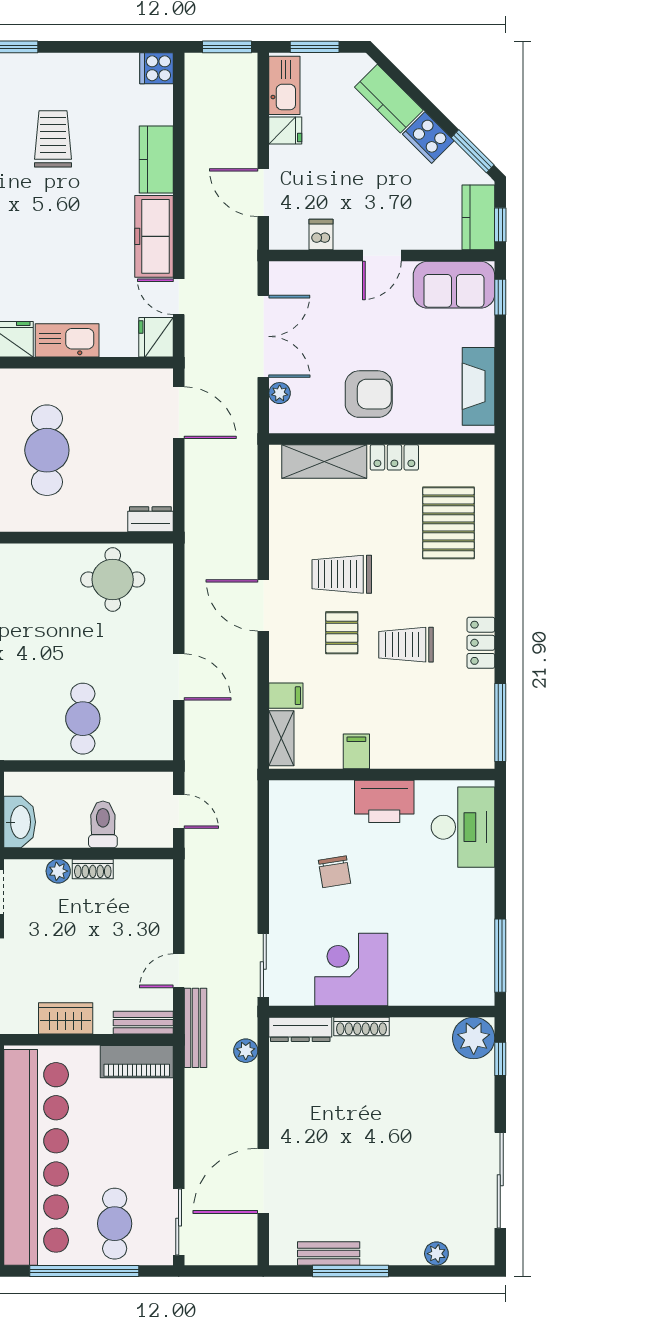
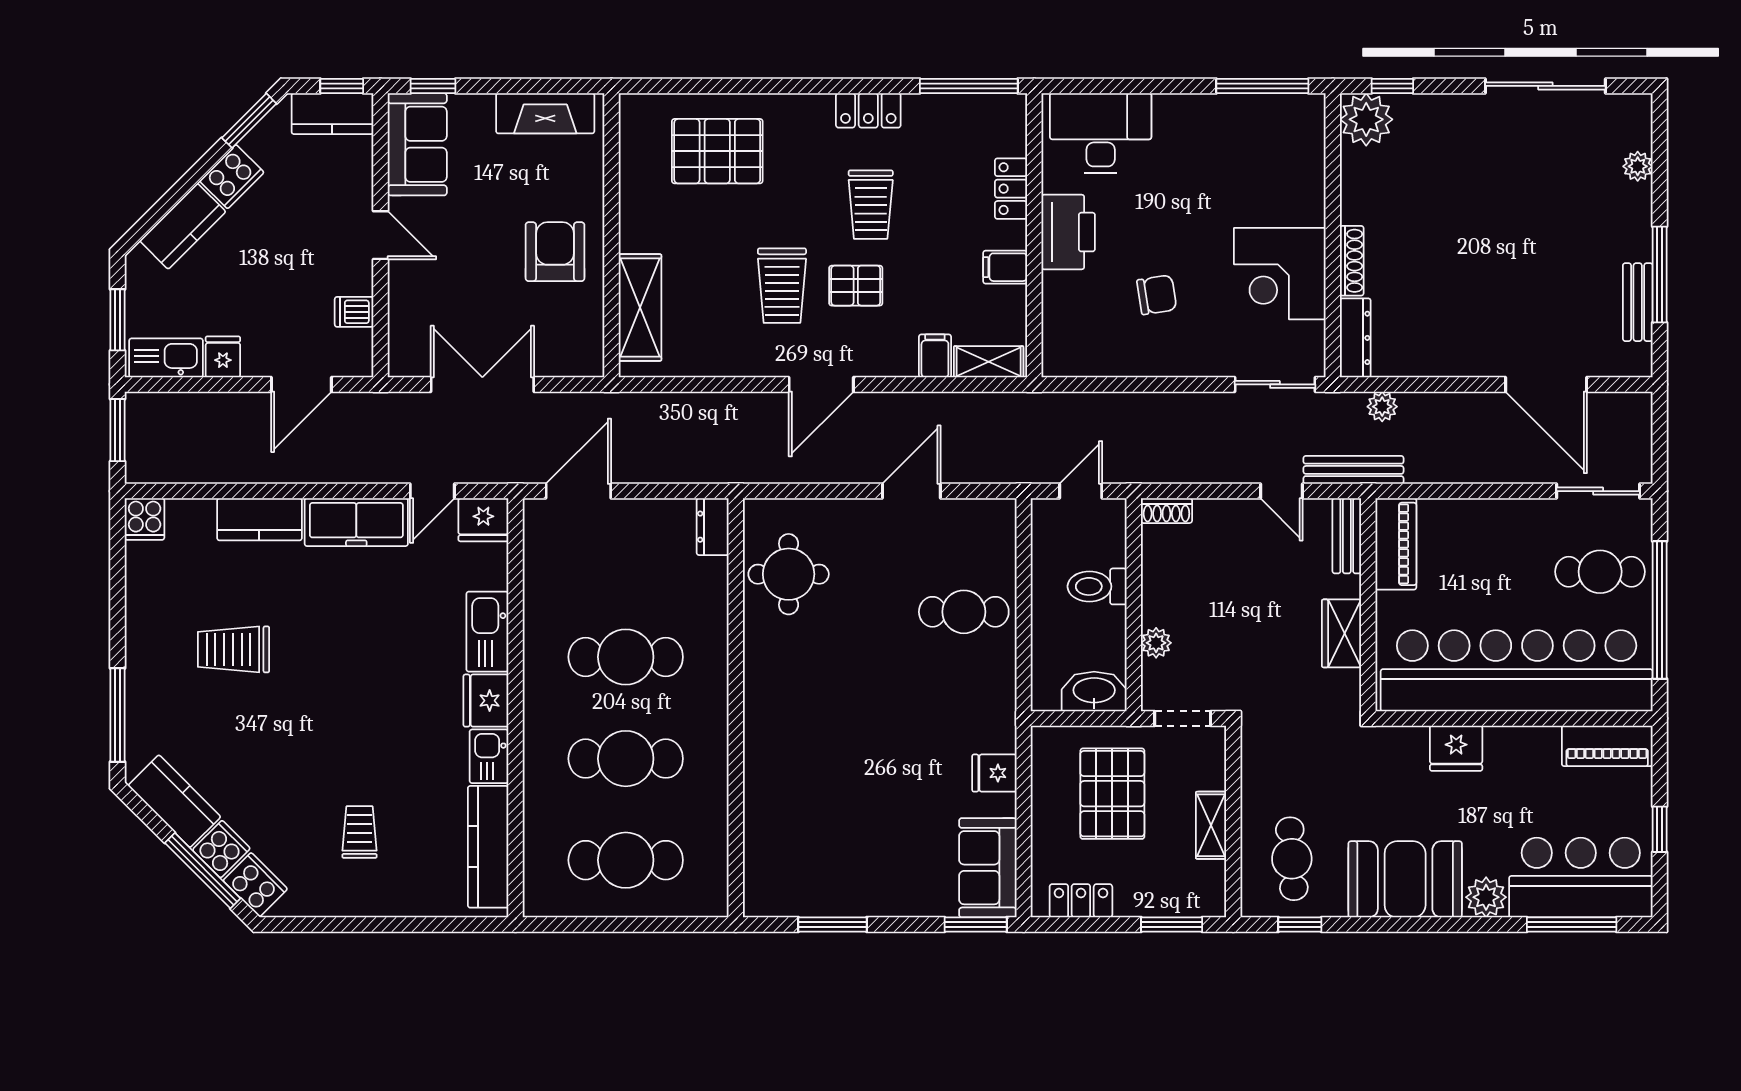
plant: (280, 393) -> (554, 364), removed
locker: (394, 457) -> (1011, 189), moved, turned 180
shoe rack: (93, 869) -> (1166, 511), moved, turned 90

